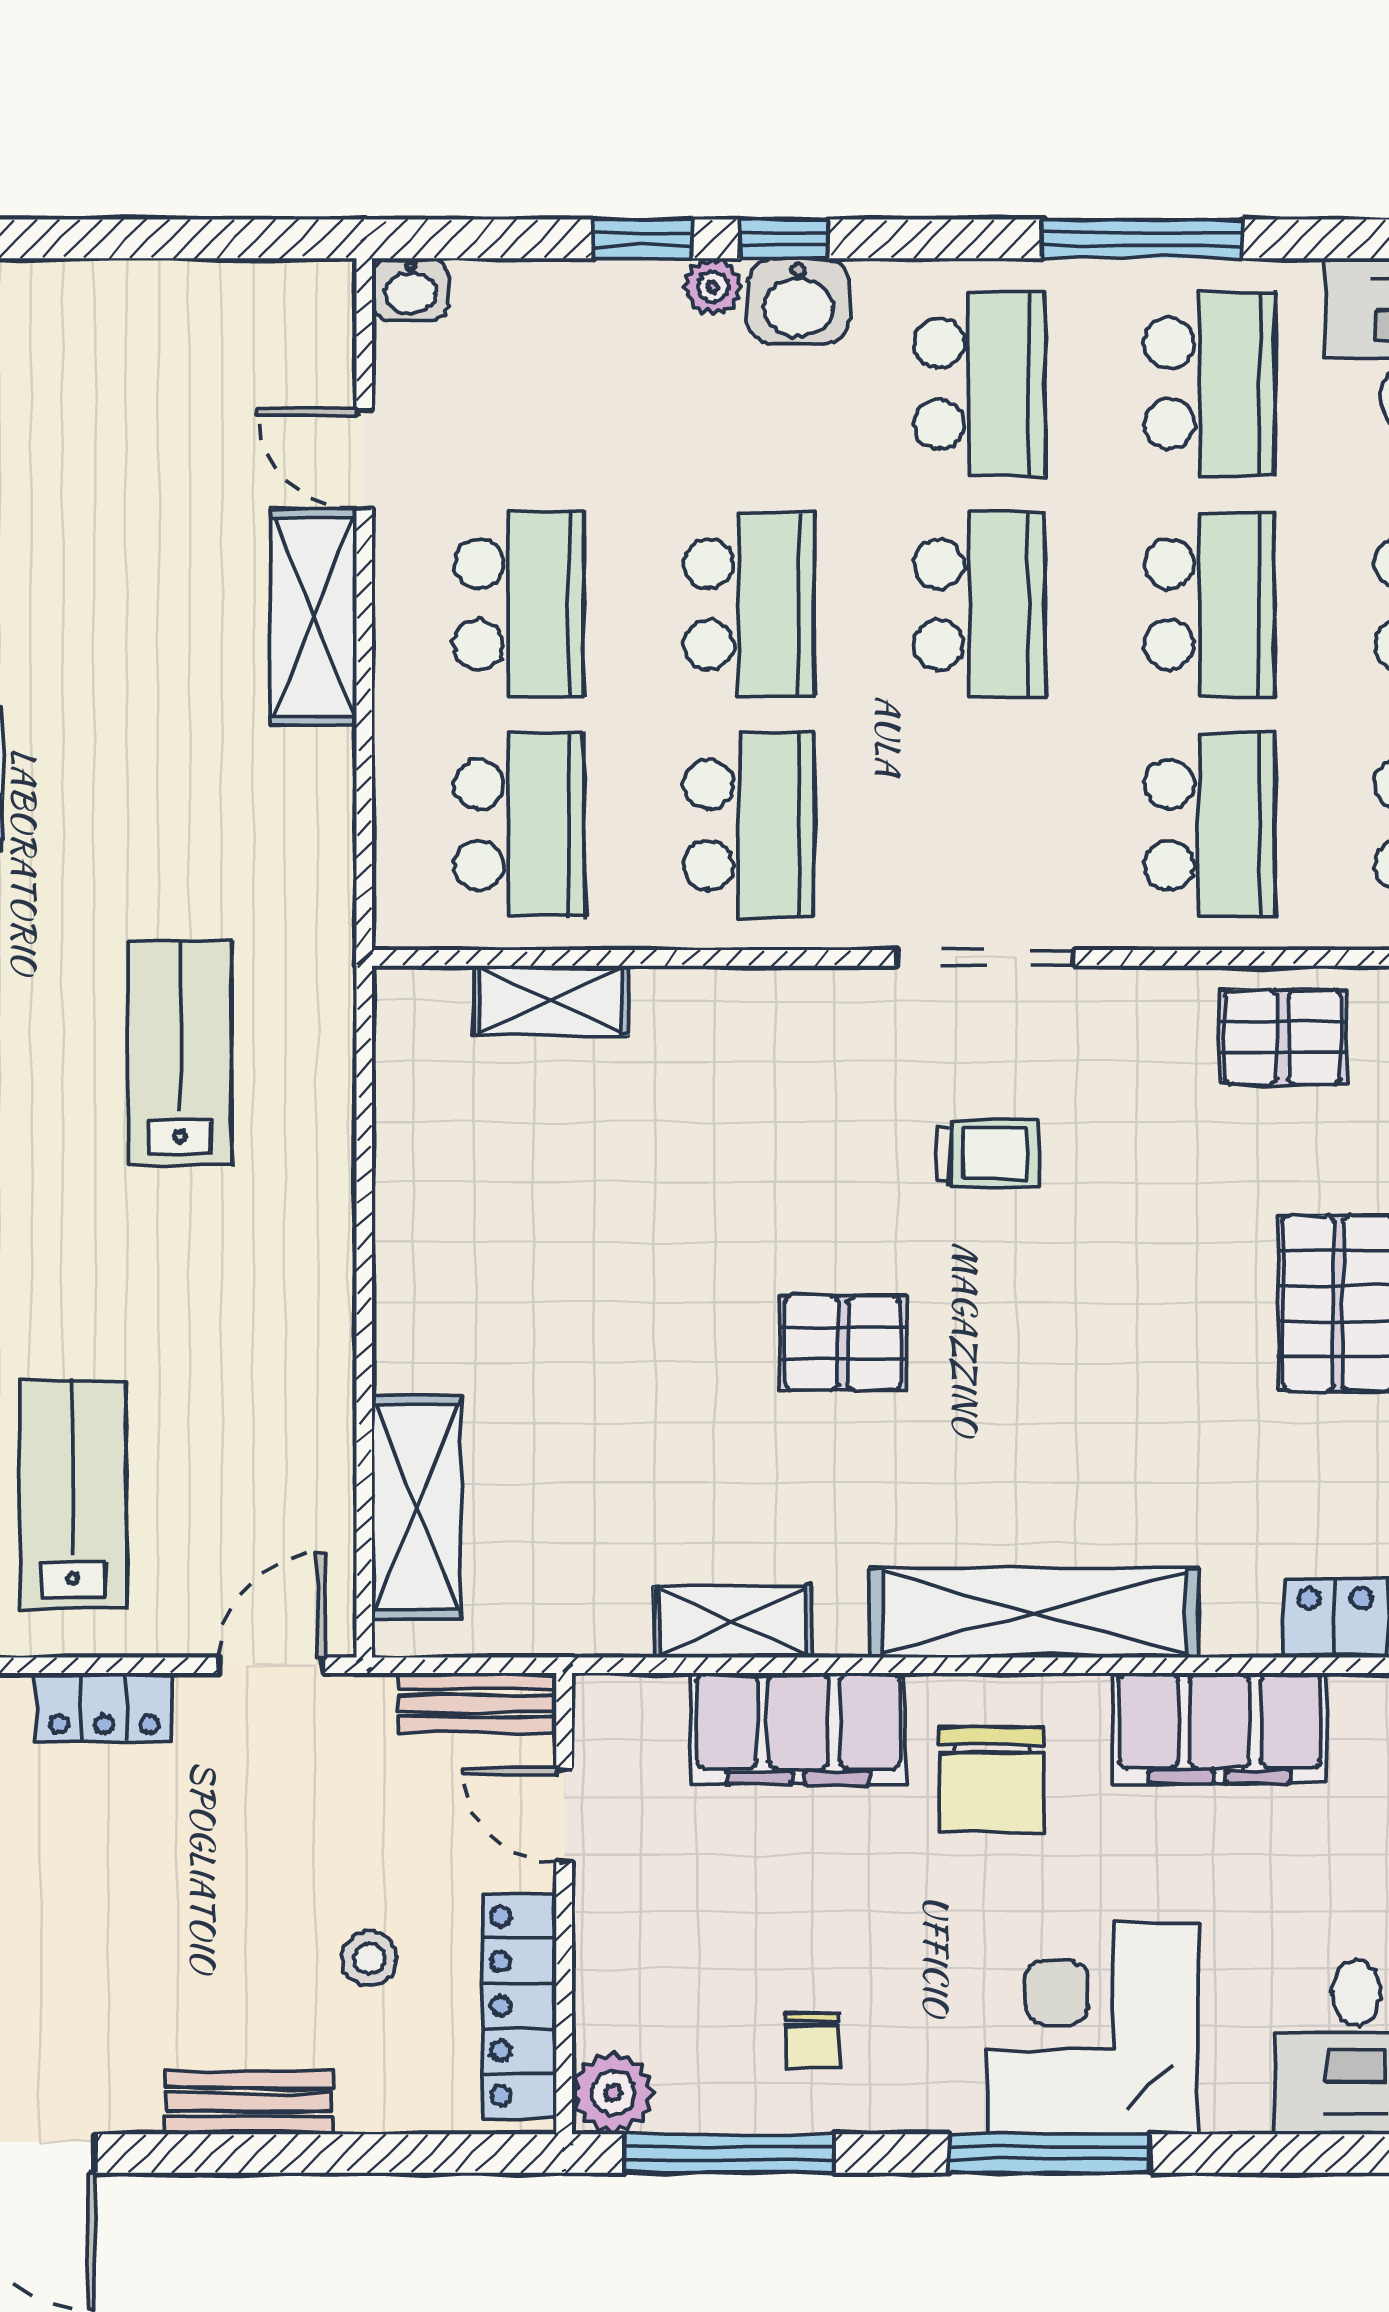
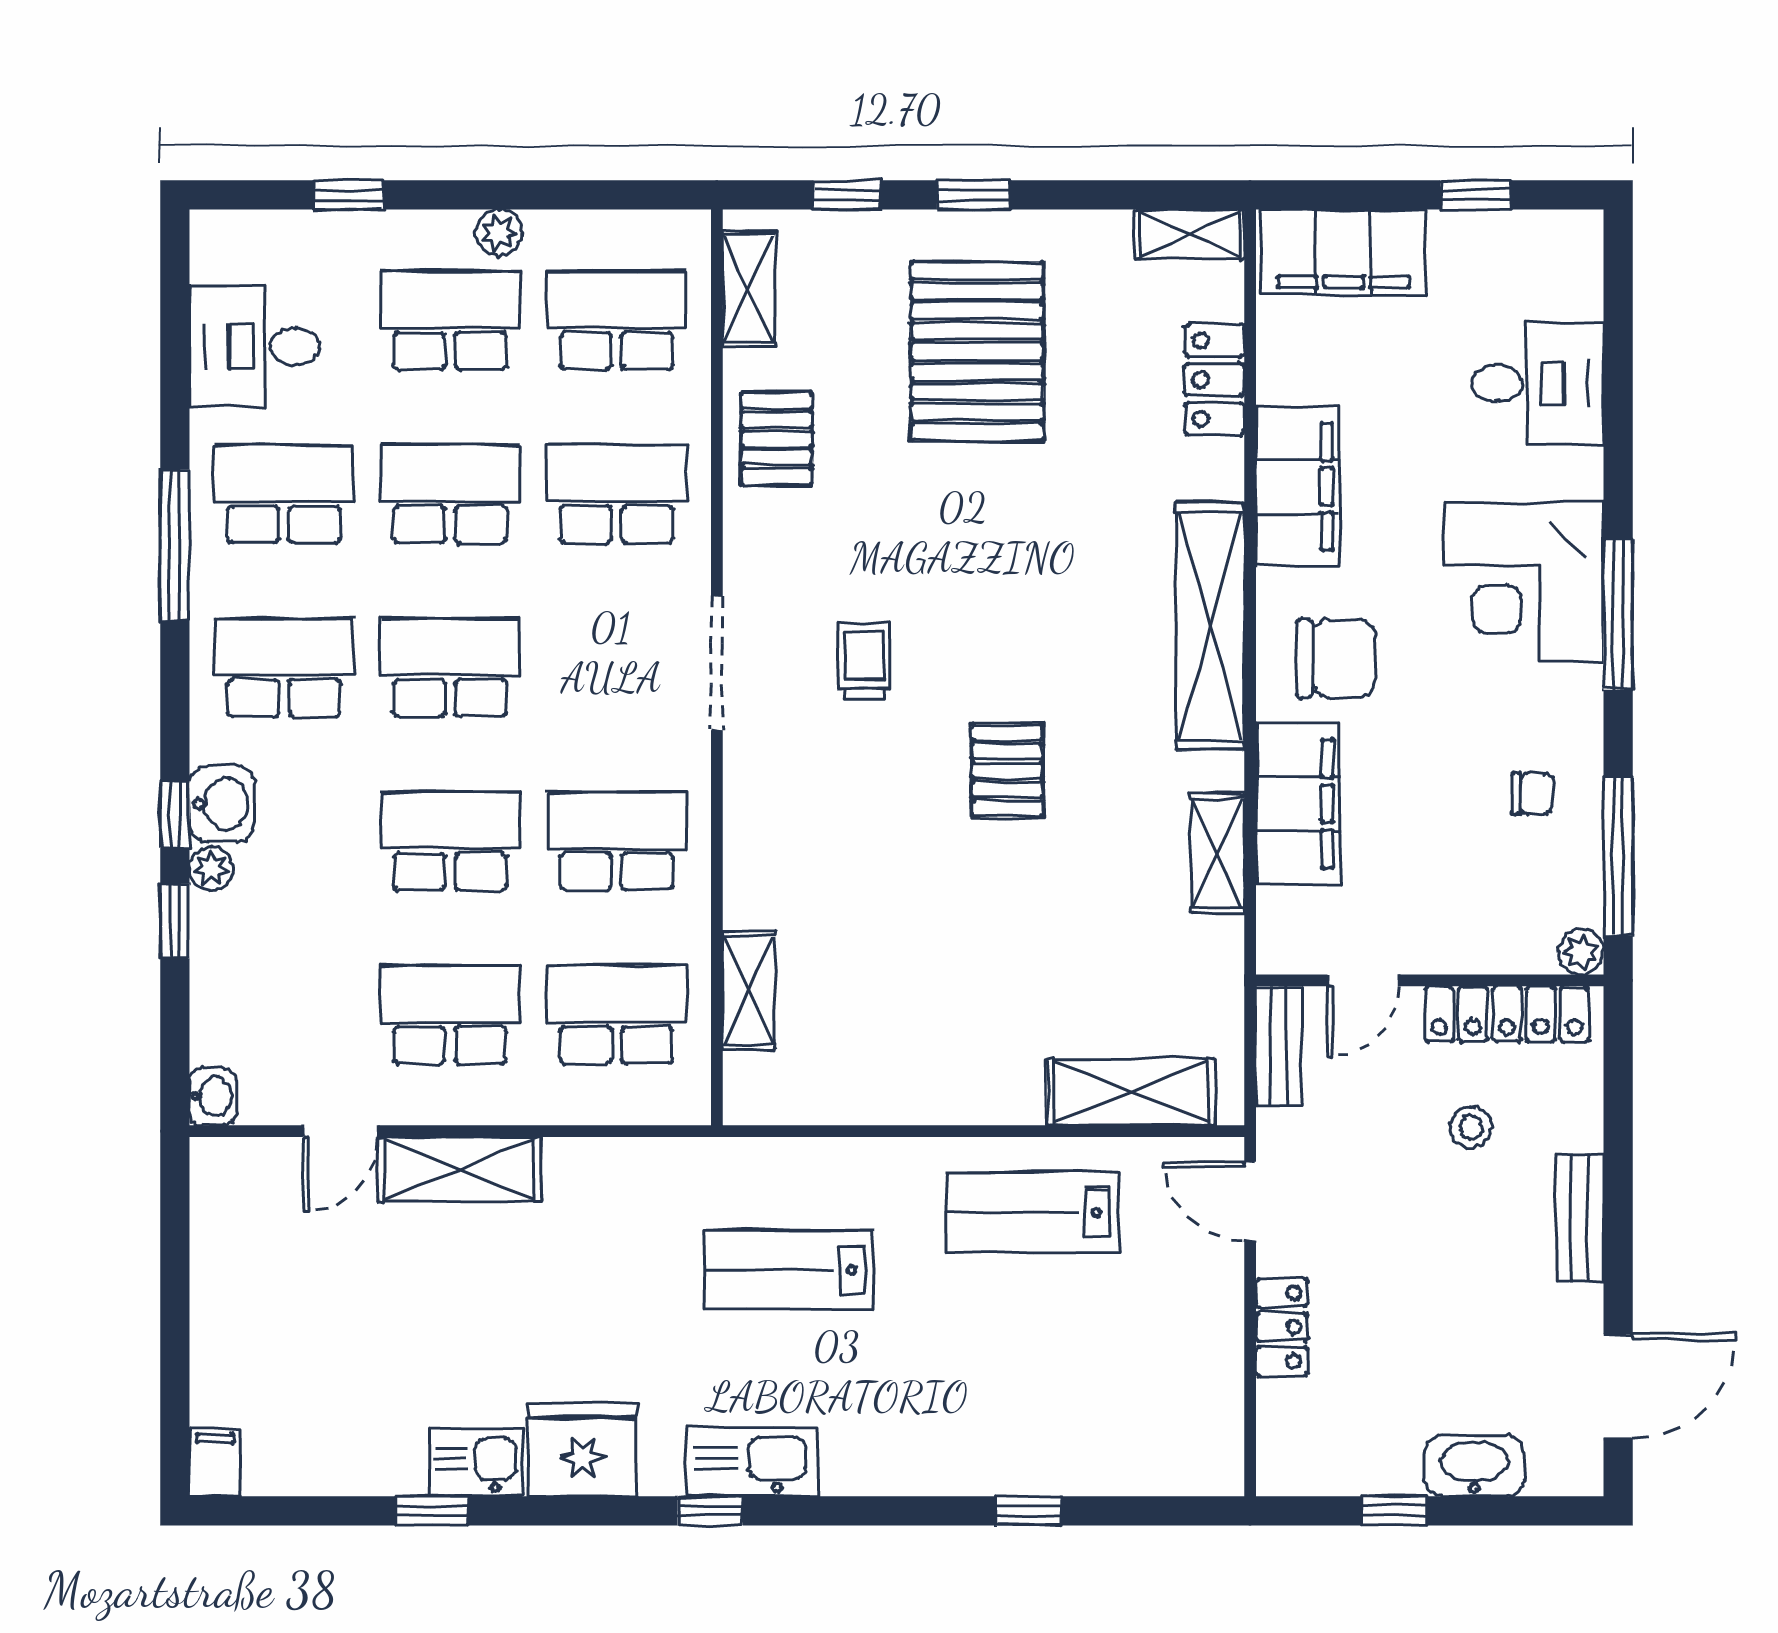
lab bench: (73, 1494) -> (1033, 1212), moved
plant: (613, 2093) -> (1581, 952), width x0.73, depth x0.73

